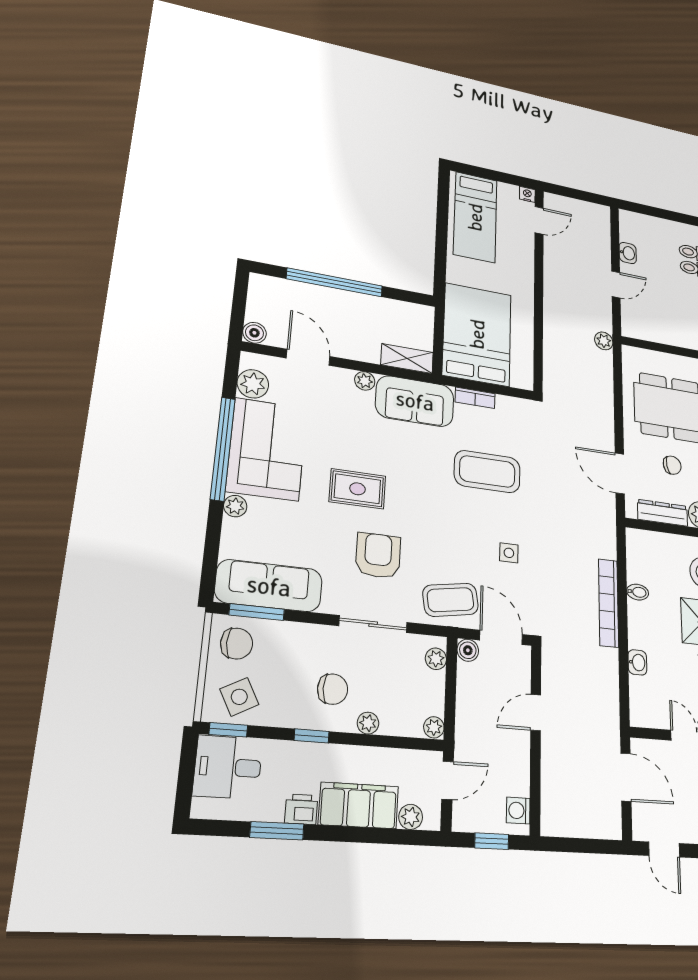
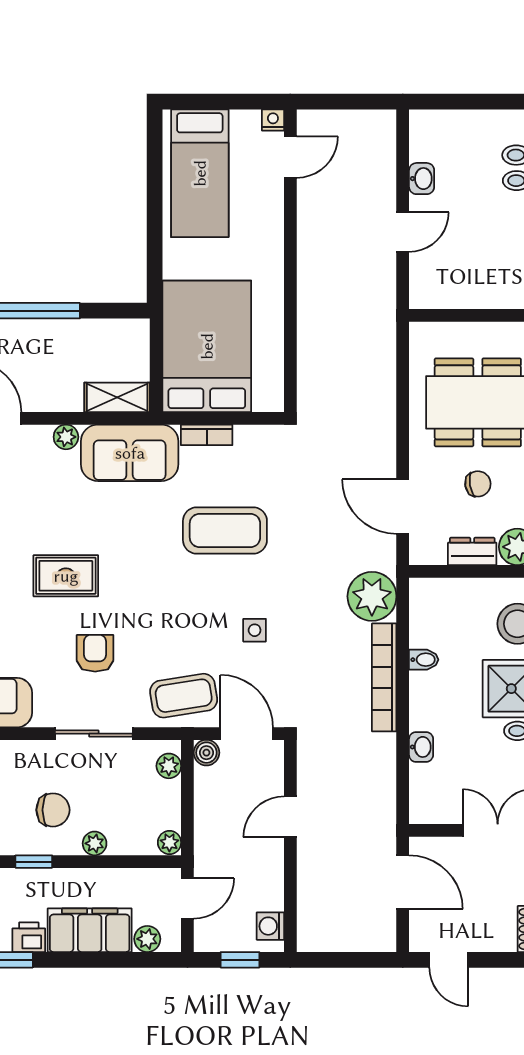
plant: (604, 341) -> (372, 596), moved, width x1.87, depth x1.87
dresser: (663, 513) -> (472, 551), width x0.70
armchair: (378, 556) -> (95, 653), width x0.72, depth x0.72

